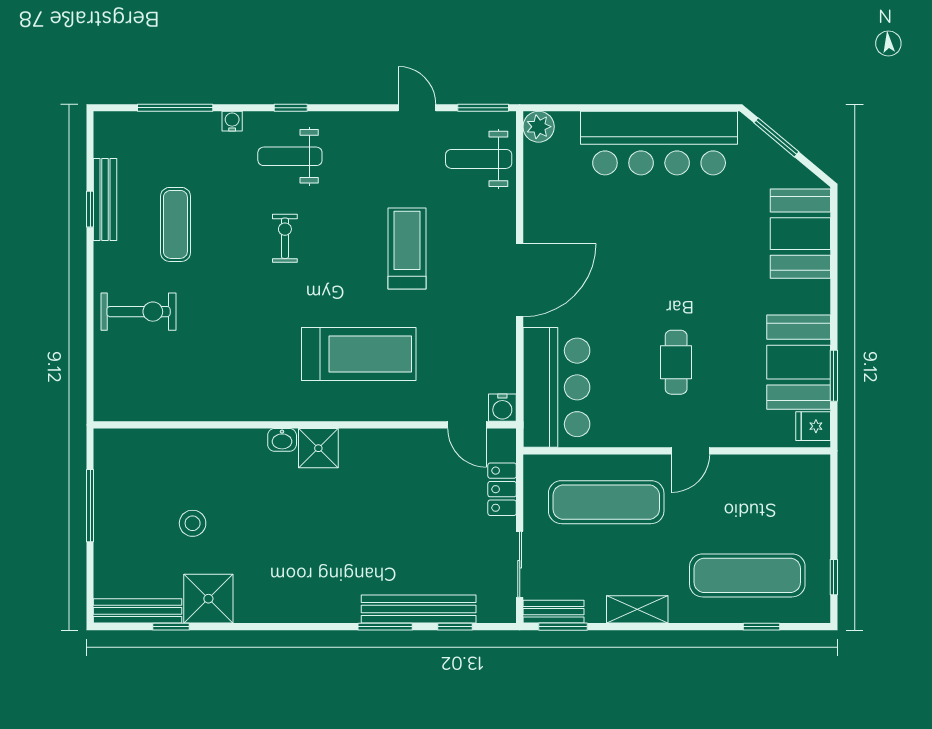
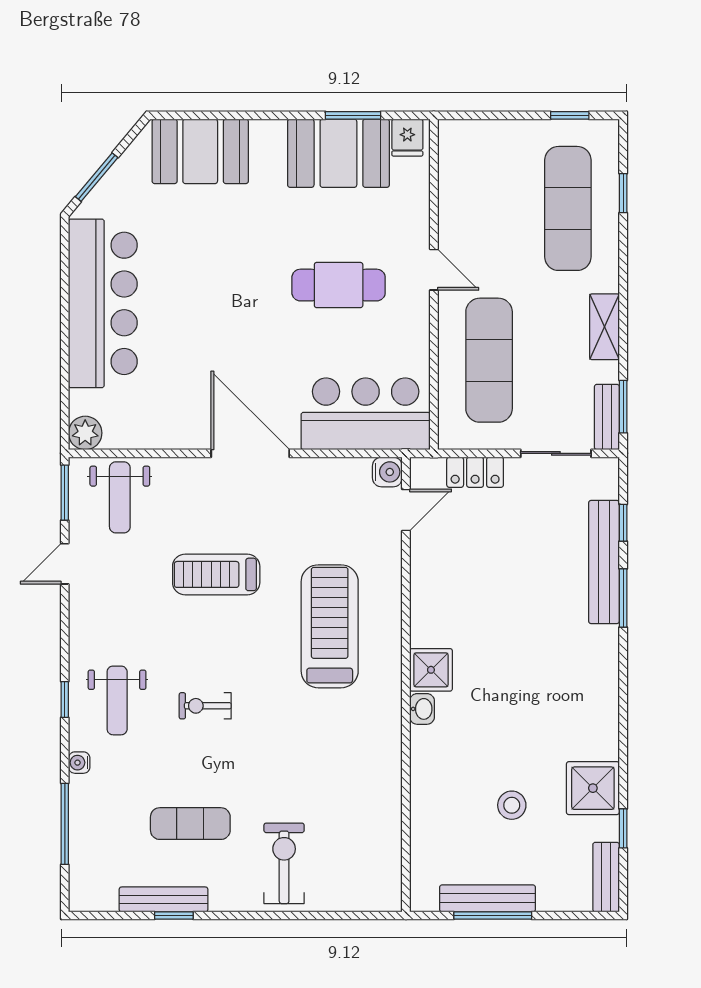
cafe table: (676, 362) -> (339, 285), width x1.37, depth x1.35
bench: (106, 501) -> (487, 898), added
bench: (137, 611) -> (606, 877), width x0.73

